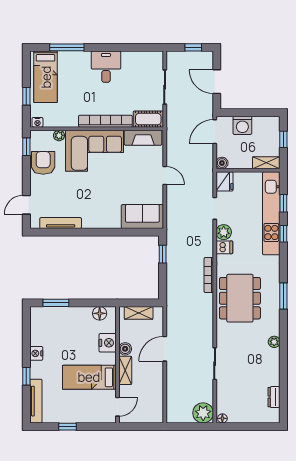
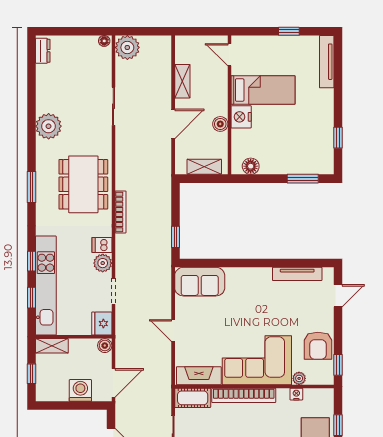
nightstand: (37, 122) -> (296, 394), moved
plant: (274, 342) -> (49, 126), width x1.87, depth x1.87
nightstand: (108, 343) -> (241, 117), moved
nightstand: (36, 353) -> (326, 118), removed
shelving: (125, 370) -> (182, 81), moved
window: (26, 376) -> (338, 138), moved
dresser: (274, 397) -> (43, 51), moved
door: (117, 407) -> (229, 55), hinge flipped

